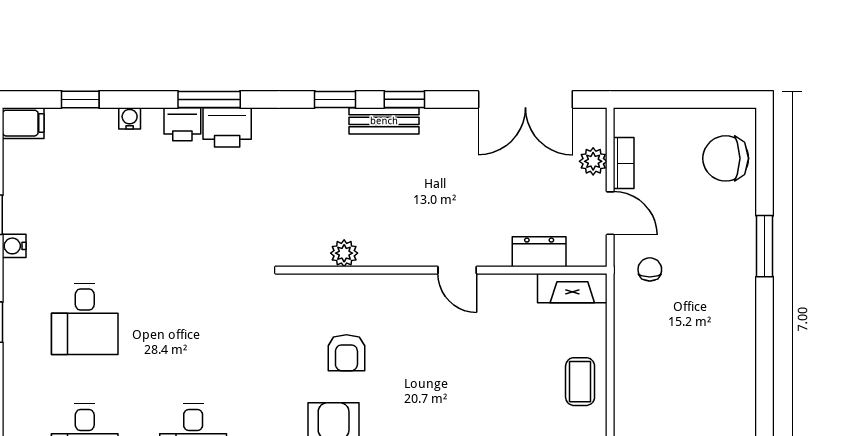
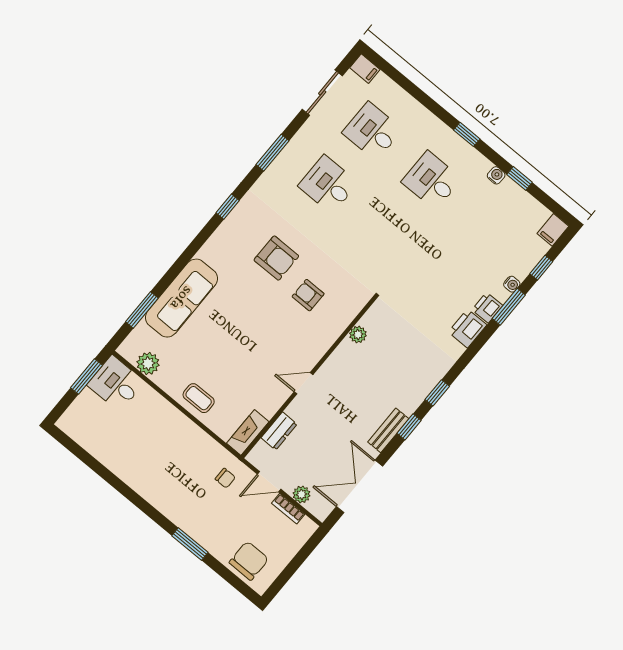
window: (209, 99) -> (509, 307), moved
bench: (384, 121) -> (388, 430), moved

